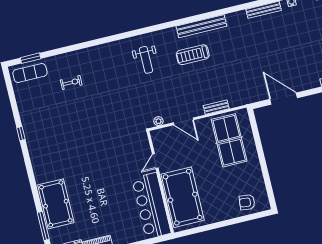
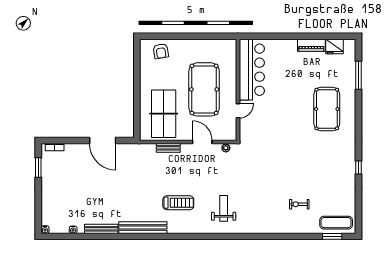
bench: (201, 26) -> (143, 228), moved
pool table: (183, 197) -> (204, 89), moved
armchair: (247, 202) -> (161, 51), turned 74
pool table: (56, 204) -> (327, 109), moved

